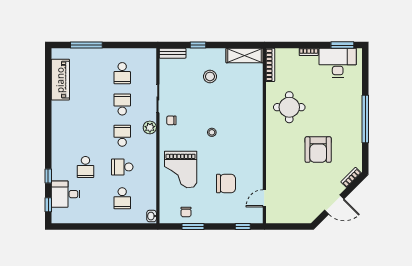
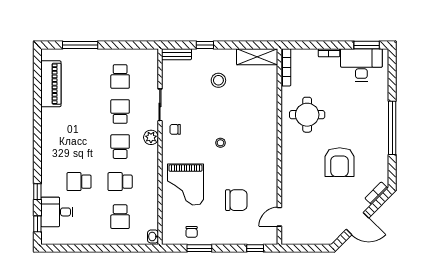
school desk: (85, 167) -> (79, 182), turned 90

